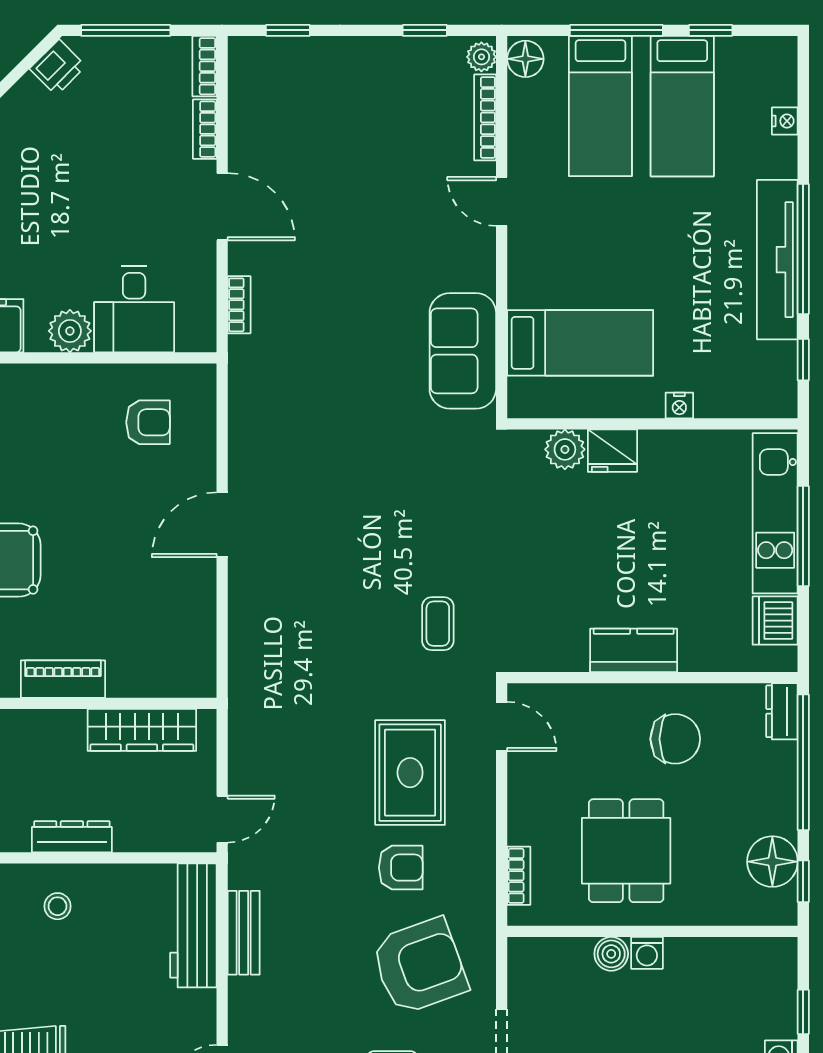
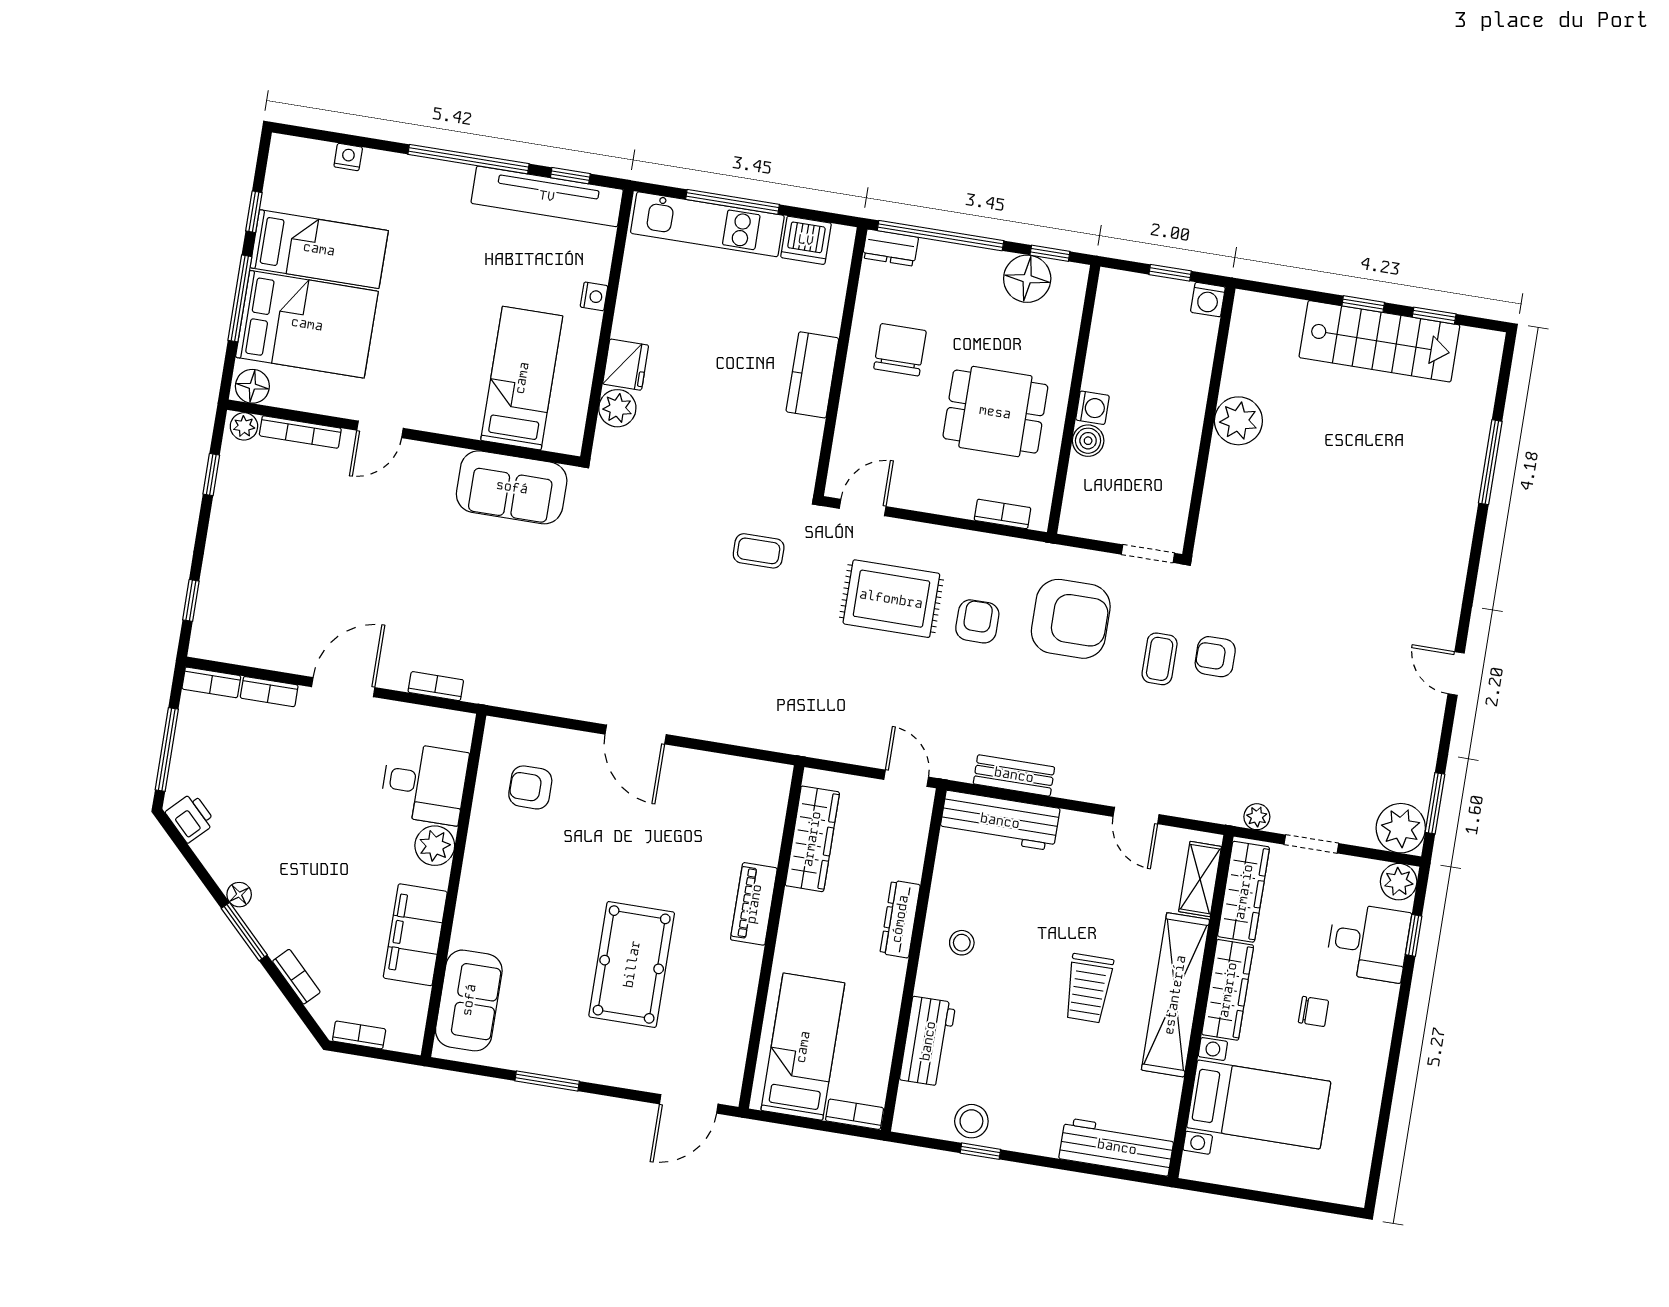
bed: (600, 106) -> (307, 324), width x1.50
tv unit: (777, 260) -> (547, 196), moved
armchair: (148, 422) -> (530, 787), turned -90
armchair: (419, 966) -> (1071, 619), turned 110

